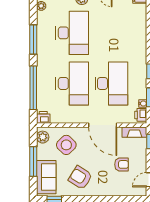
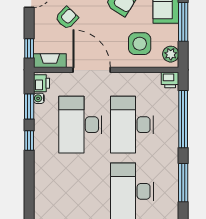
side table: (66, 145) -> (140, 44), turned 45
armchair: (122, 164) -> (67, 18), turned 134

